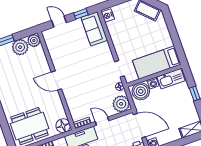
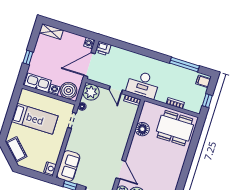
bed: (157, 62) -> (35, 119), moved
door: (56, 81) -> (121, 170), moved
floor lamp: (63, 126) -> (142, 129), moved
door: (139, 126) -> (89, 65), hinge flipped

